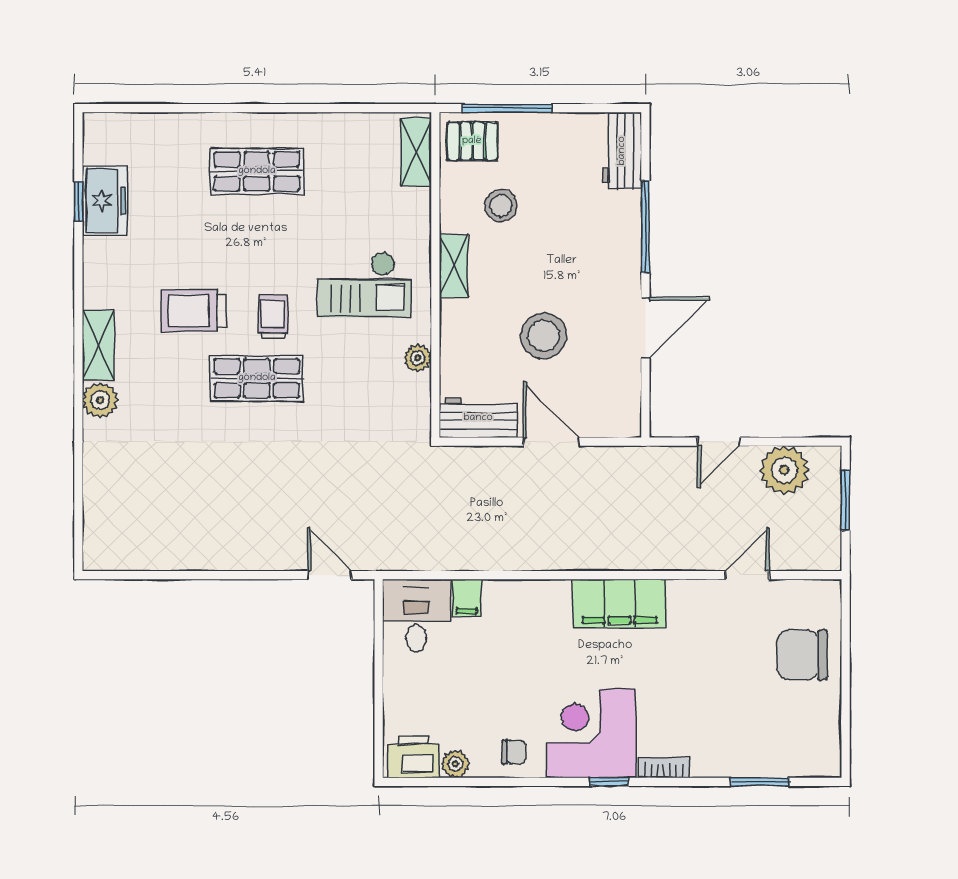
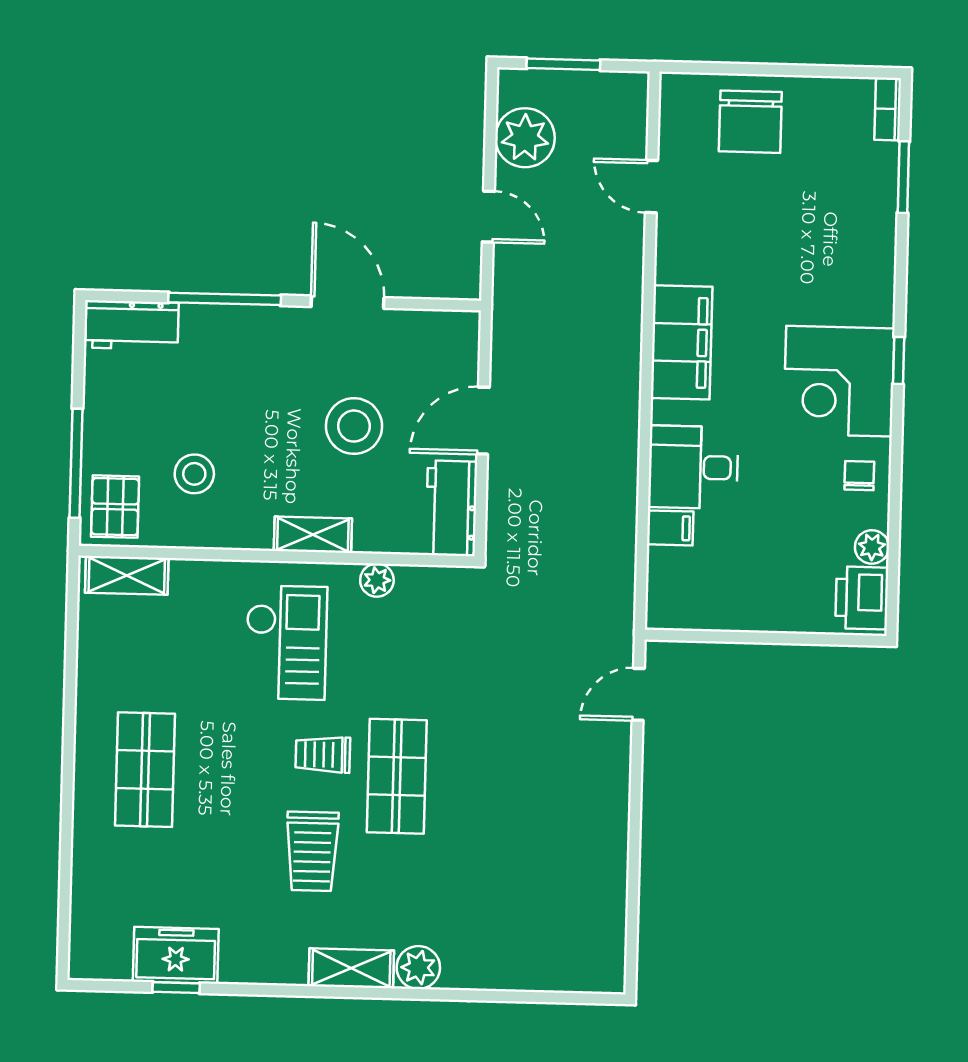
shelving: (454, 266) -> (313, 535), moved
desk: (416, 615) -> (693, 467), moved
bookcase: (664, 768) -> (888, 109), moved

